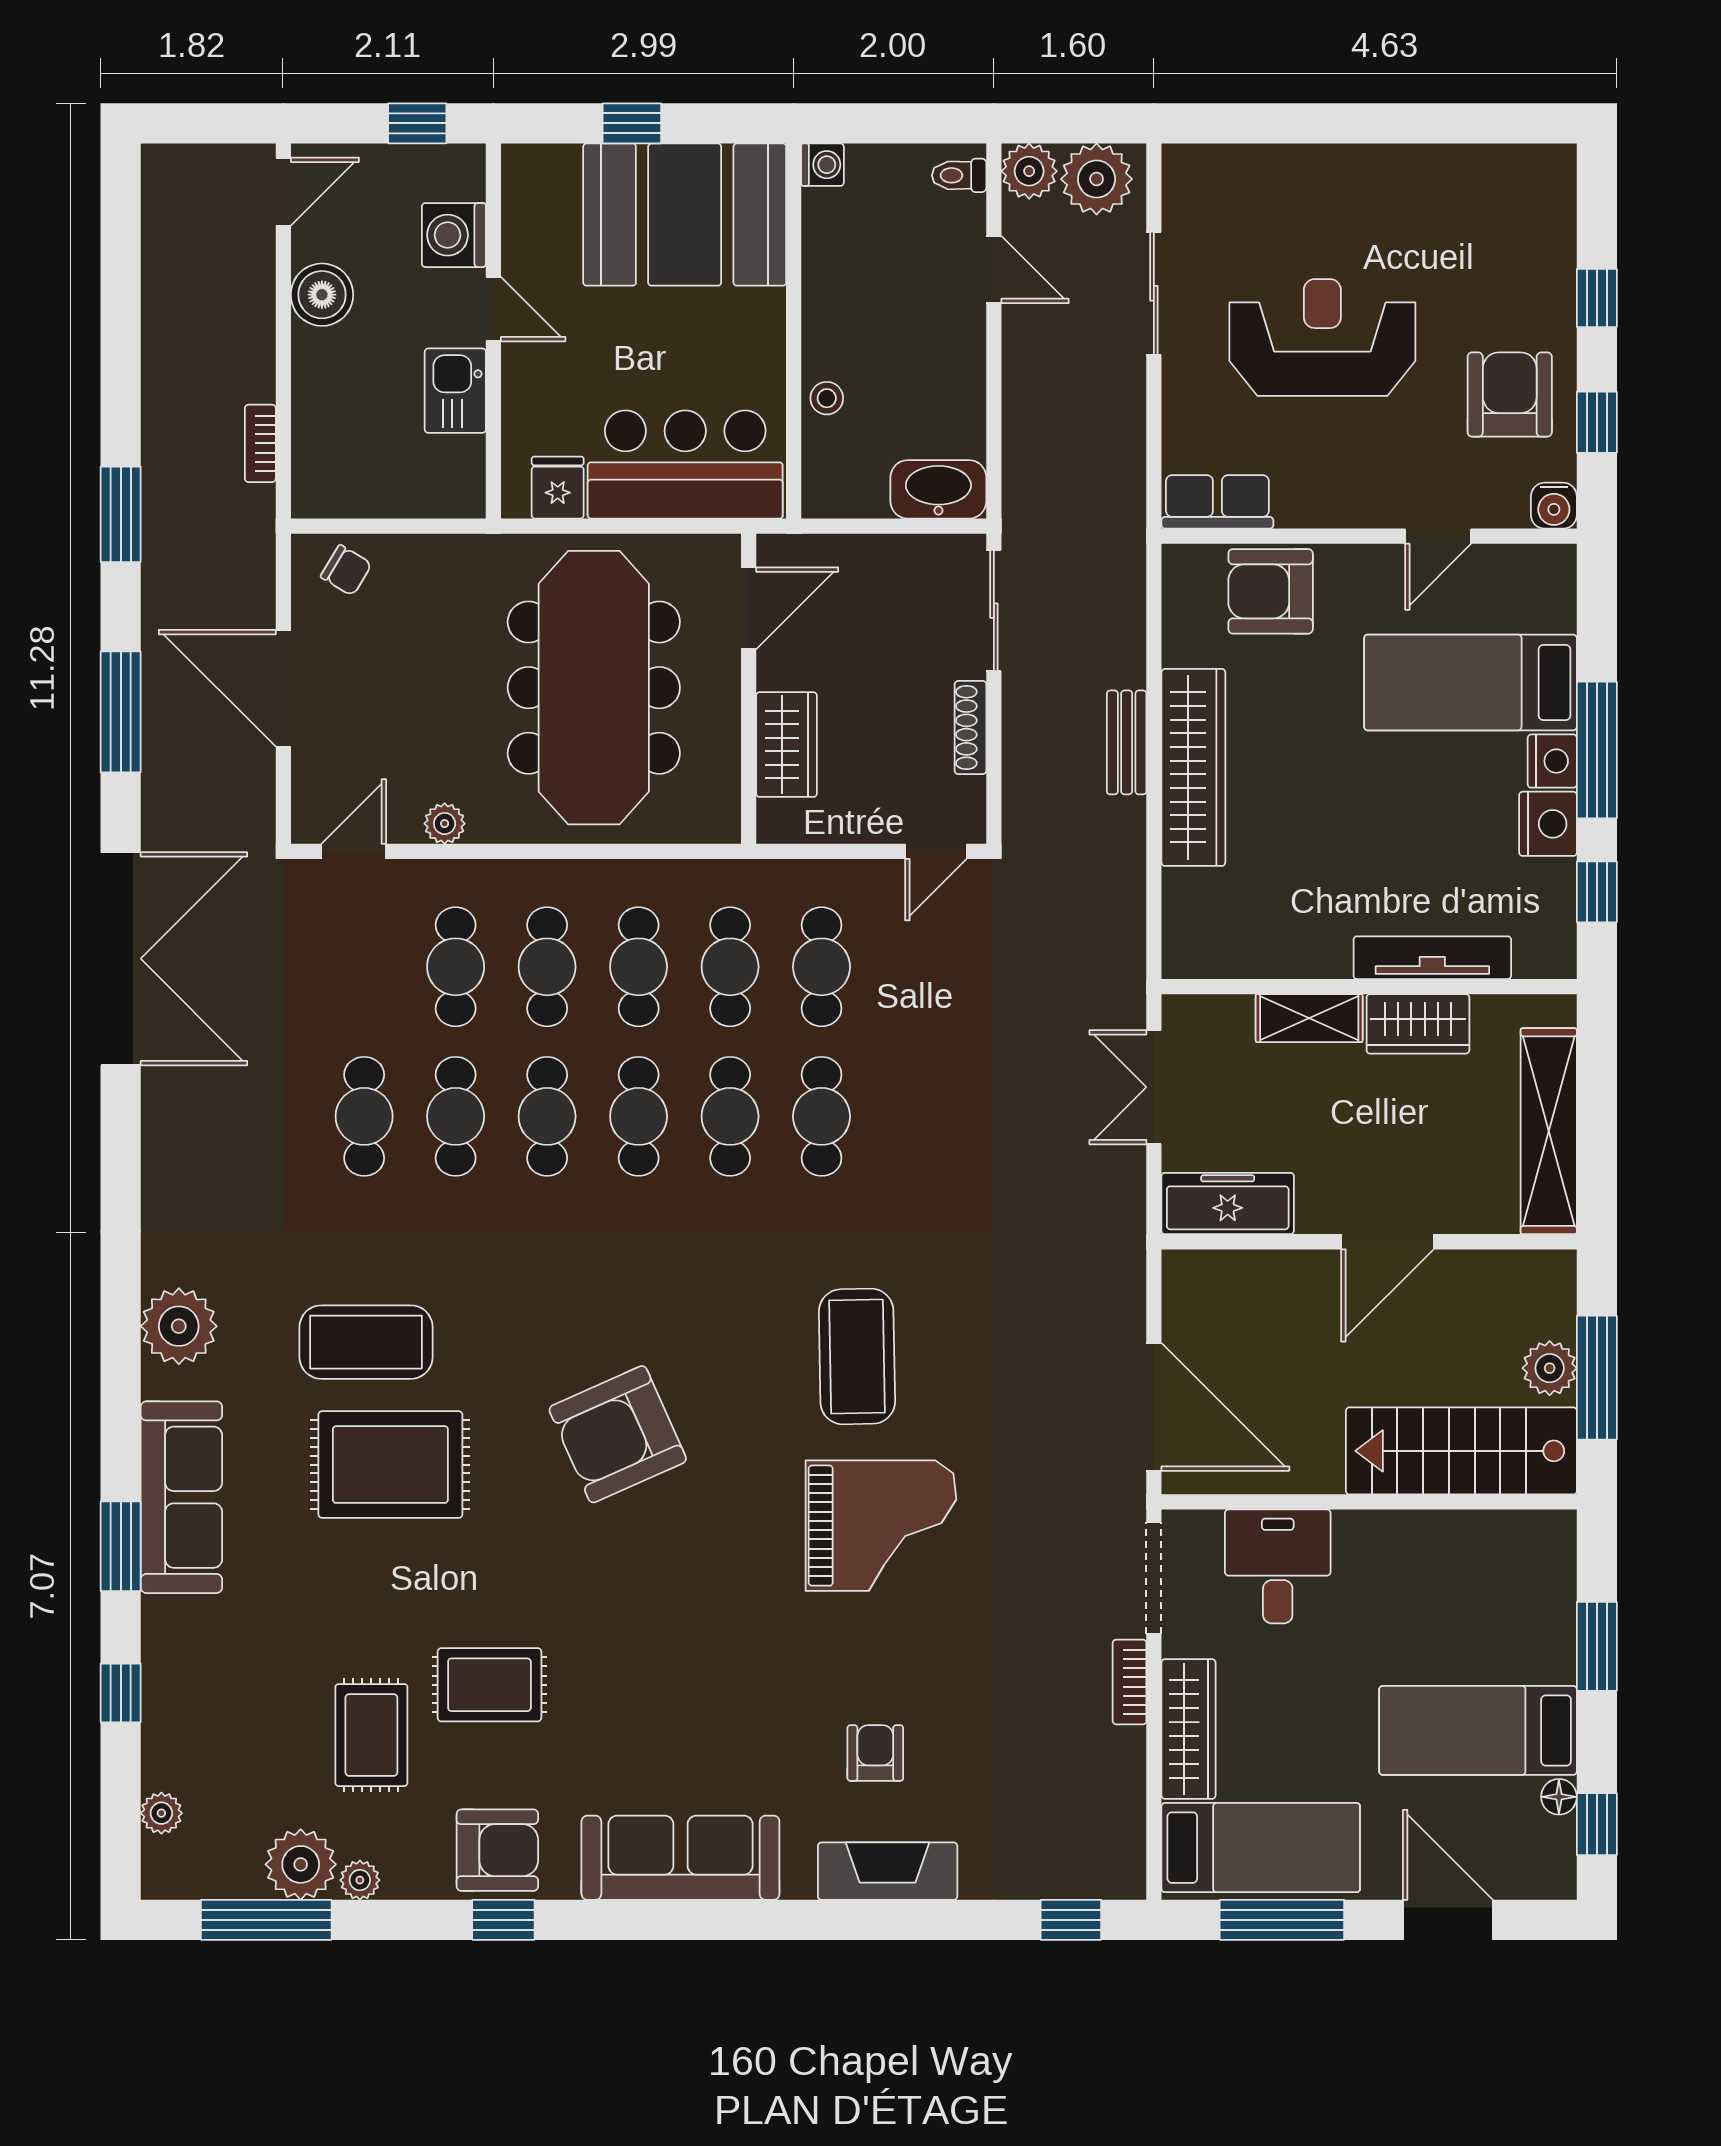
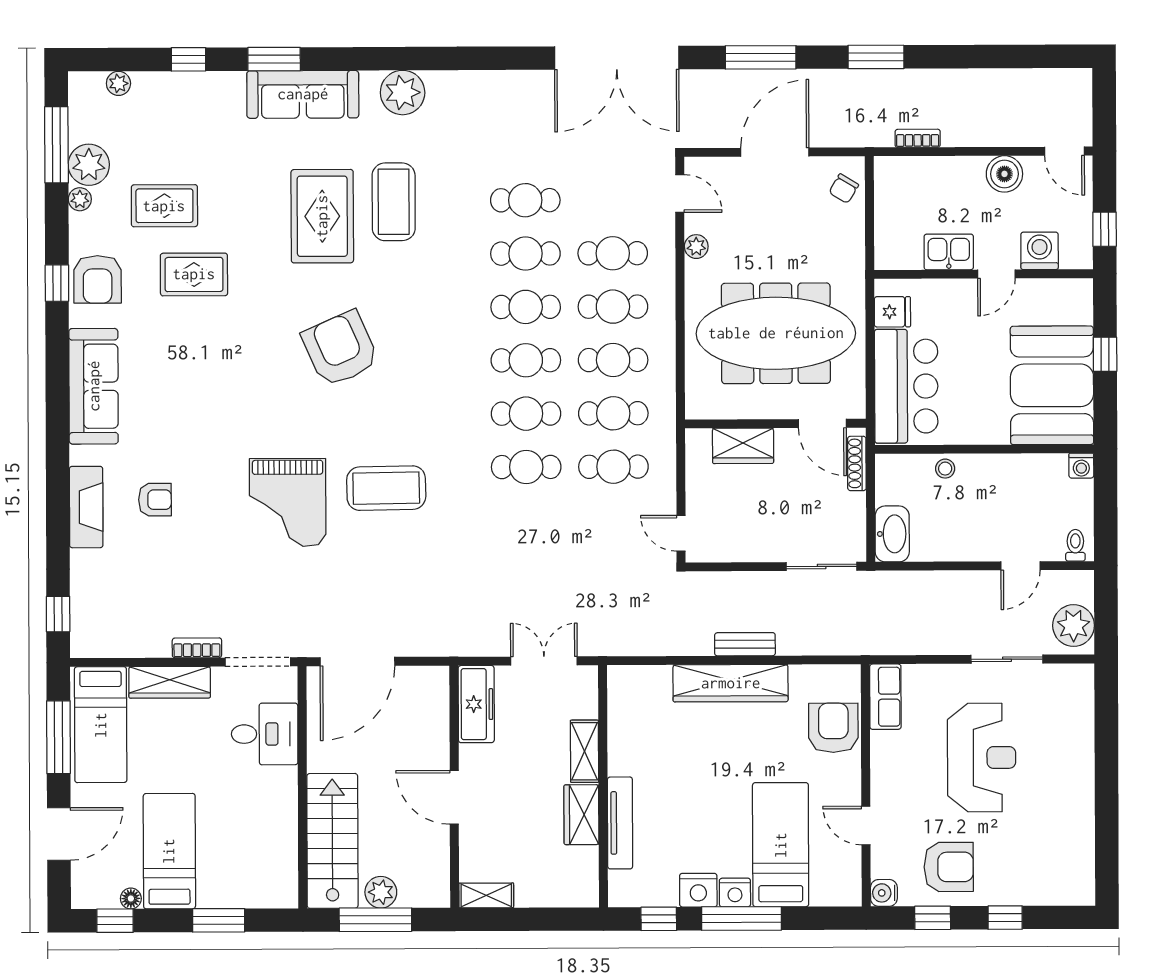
plant: (1029, 171) -> (1078, 586), removed
shoe rack: (971, 727) -> (857, 463), moved, turned -90
shelving: (1549, 1131) -> (486, 895), width x0.45, depth x0.75
rug: (489, 1685) -> (194, 274), turned 90

